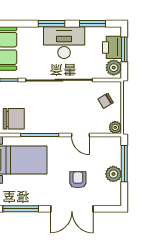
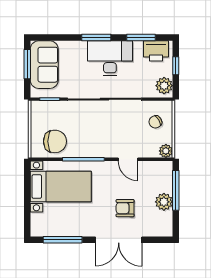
printer: (112, 47) -> (156, 51), moved, turned -90
window: (124, 49) -> (176, 66), width x0.67
armchair: (78, 180) -> (125, 208), turned -90

